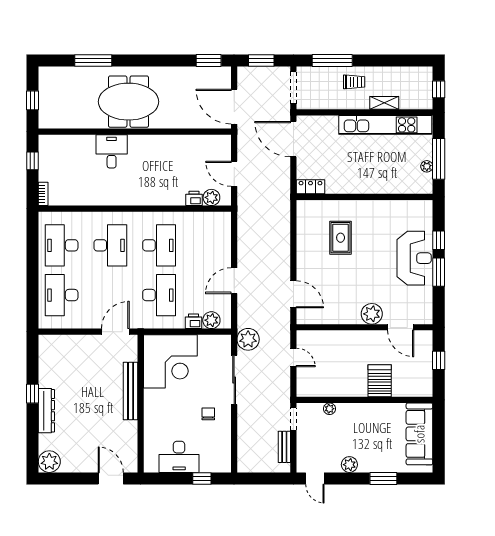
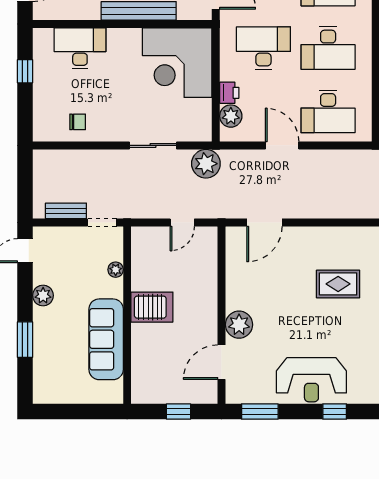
desk: (208, 245) -> (328, 111), added
window: (439, 272) -> (260, 411), moved
desk: (159, 295) -> (263, 48), turned 180
sliding door: (234, 380) -> (153, 145), width x0.73
server rack: (380, 381) -> (152, 307), moved
chair: (208, 414) -> (78, 122), moved
sofa: (419, 434) -> (106, 339), moved, turned -90
desk: (179, 457) -> (80, 48), moved, turned 90
window: (202, 478) -> (25, 71), moved

